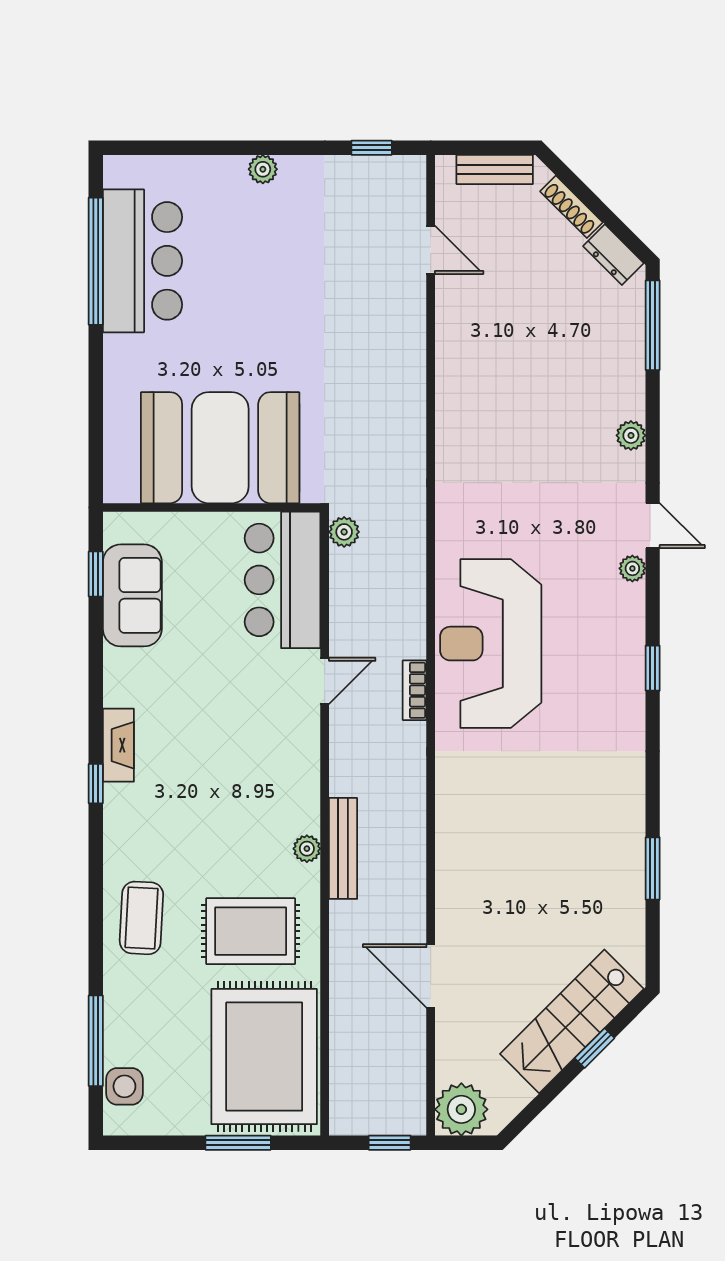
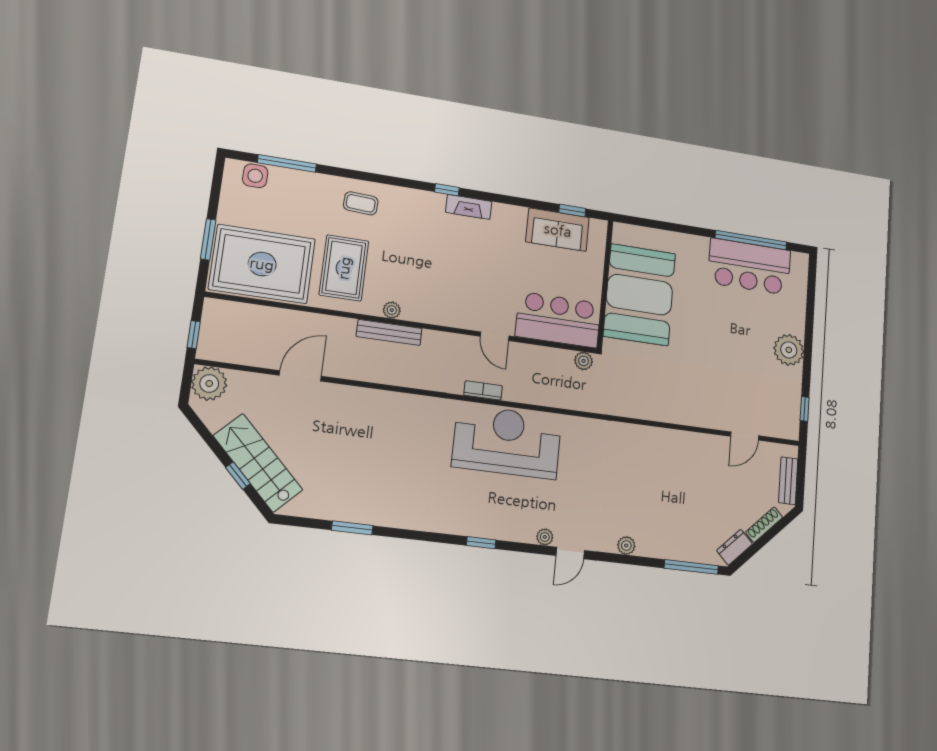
plant: (263, 169) -> (789, 350), width x1.88, depth x1.88
coffee table: (141, 918) -> (361, 203), width x0.73, depth x0.77

